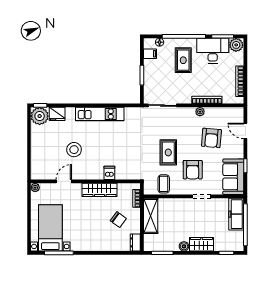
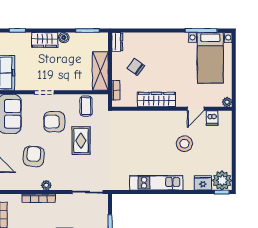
armchair: (193, 170) -> (54, 122), turned -90
dishwasher: (109, 173) -> (212, 118), moved

